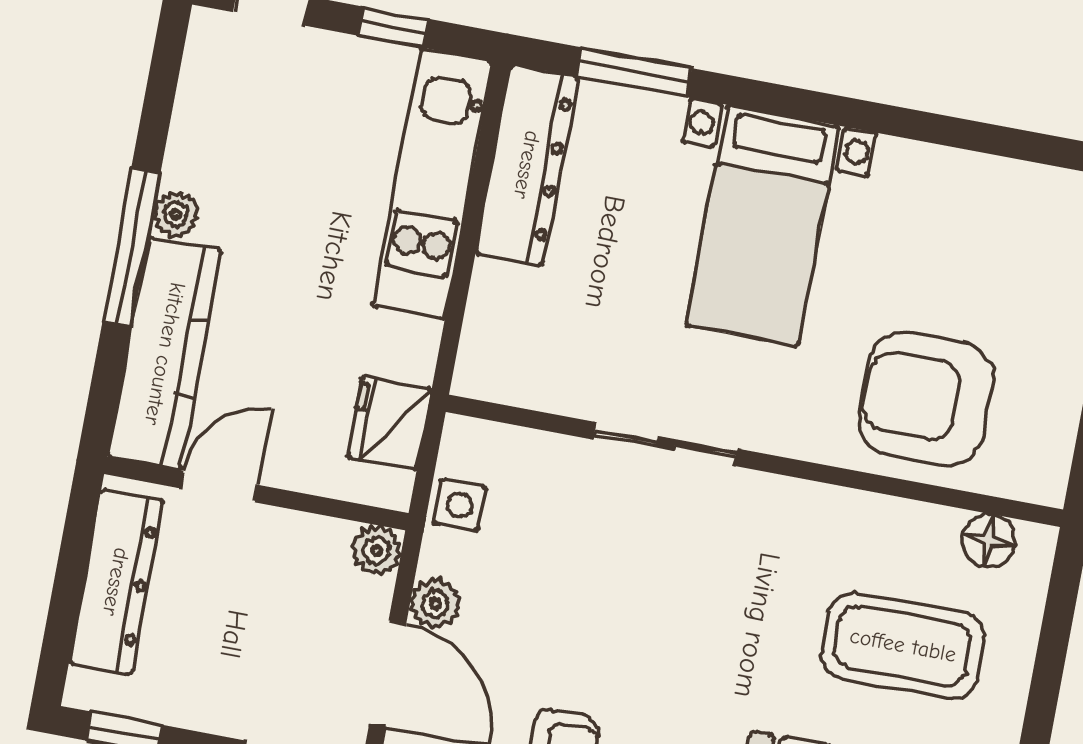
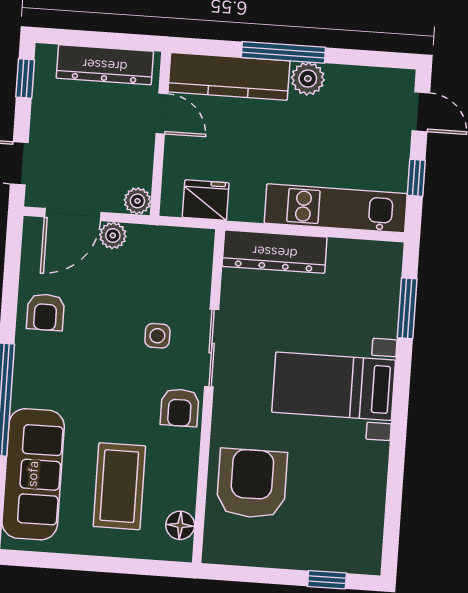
dresser: (527, 165) -> (275, 252), moved
plant: (176, 214) -> (308, 79), width x1.38, depth x1.38
side table: (459, 505) -> (157, 336), moved
armchair: (770, 516) -> (180, 408), added

